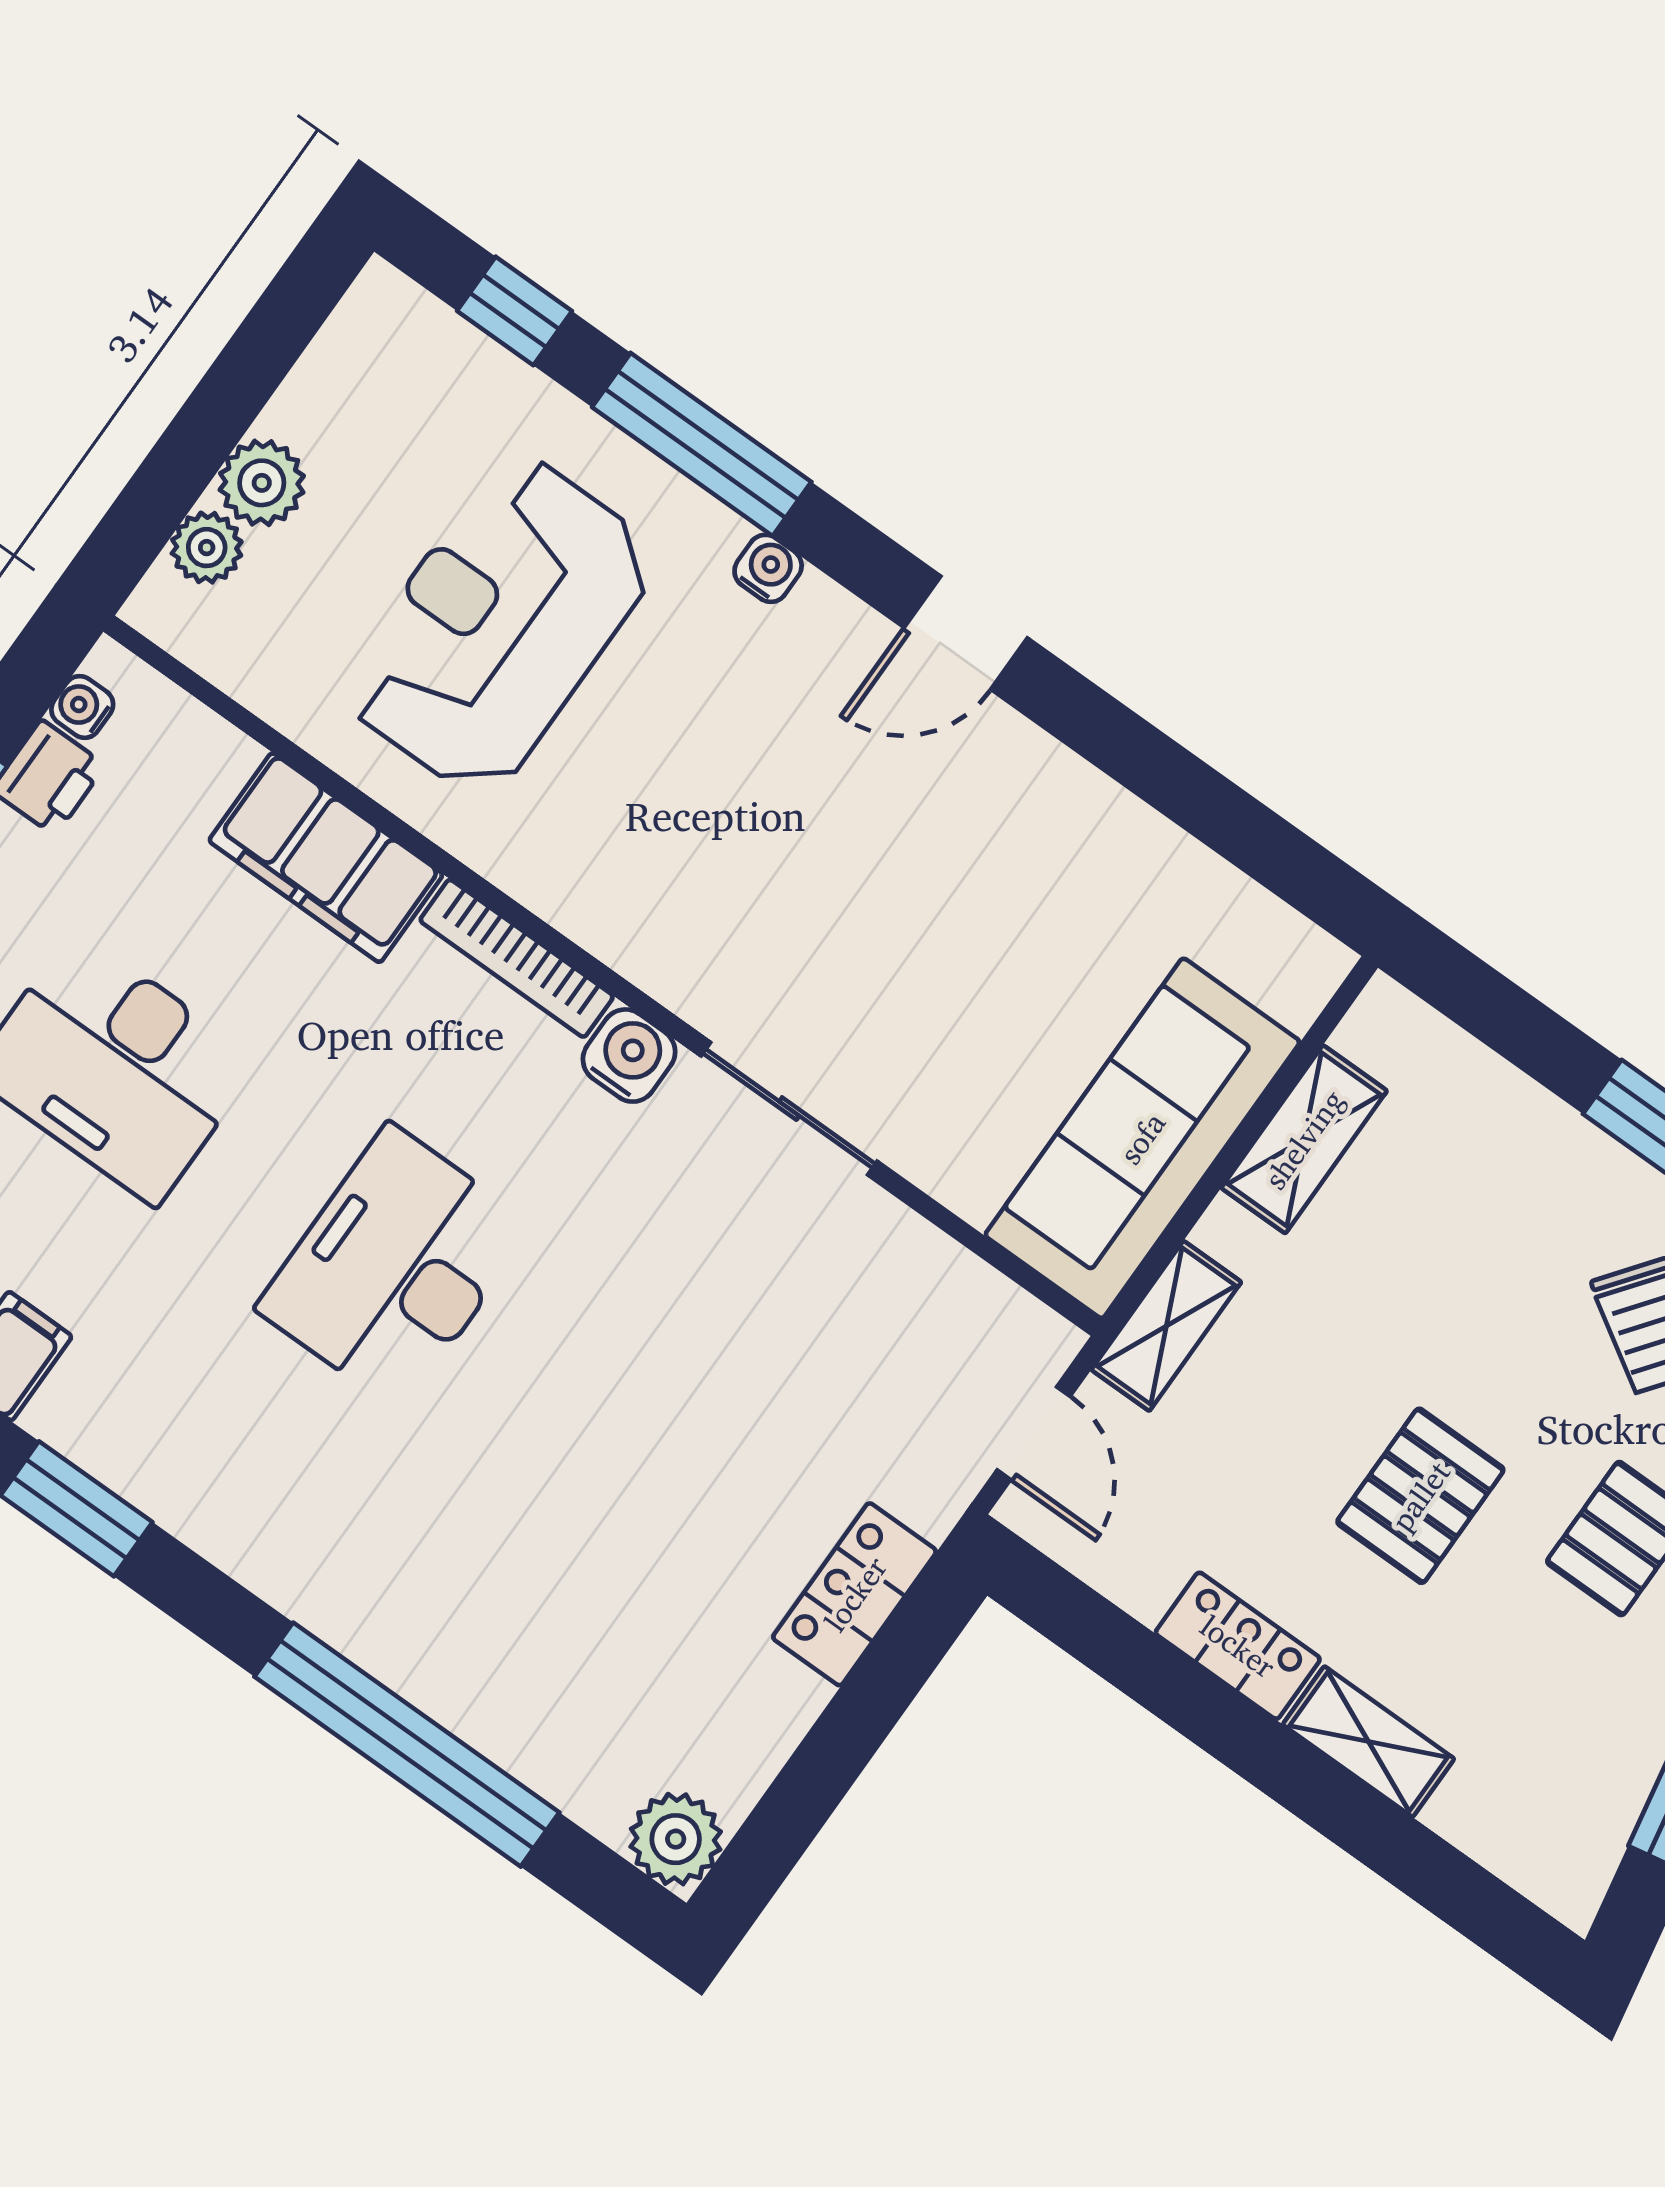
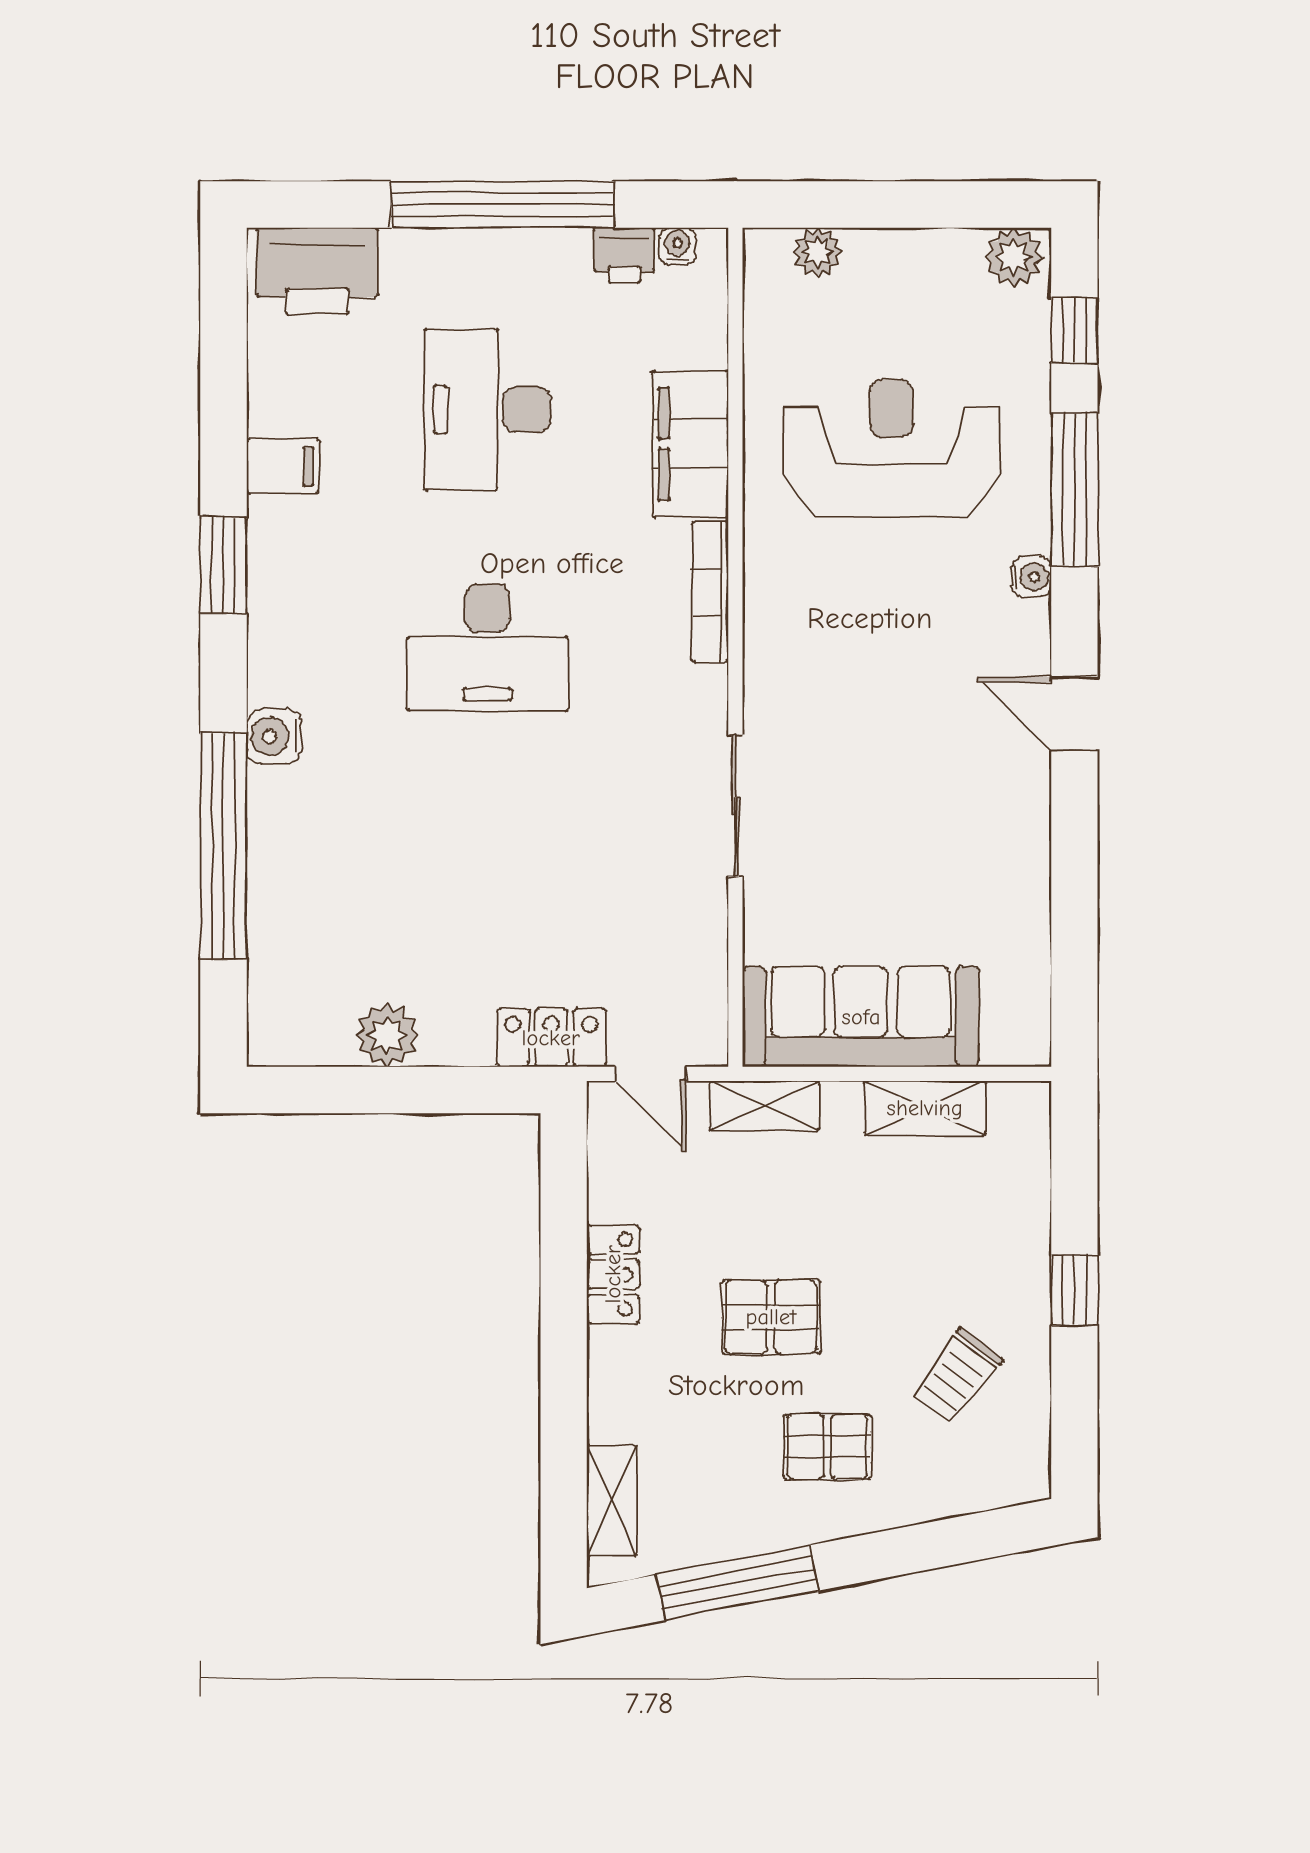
plant: (262, 483) -> (1014, 257), moved
water cooler: (629, 1056) -> (274, 736), moved, turned 180
desk: (395, 1267) -> (488, 647), turned 180
door: (1034, 1433) -> (651, 1074), hinge flipped
locker: (855, 1594) -> (551, 1038), moved
shelving: (1368, 1742) -> (612, 1501), moved
plant: (676, 1839) -> (387, 1035), moved

